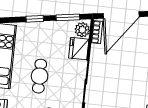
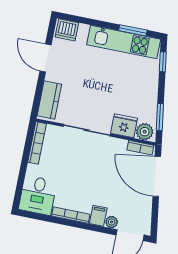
window: (35, 19) -> (163, 62), moved
cafe table: (40, 76) -> (98, 79), removed

